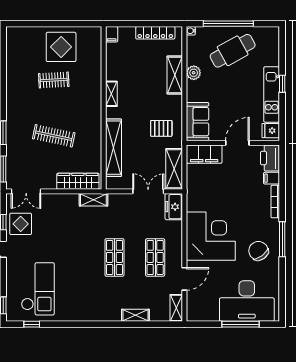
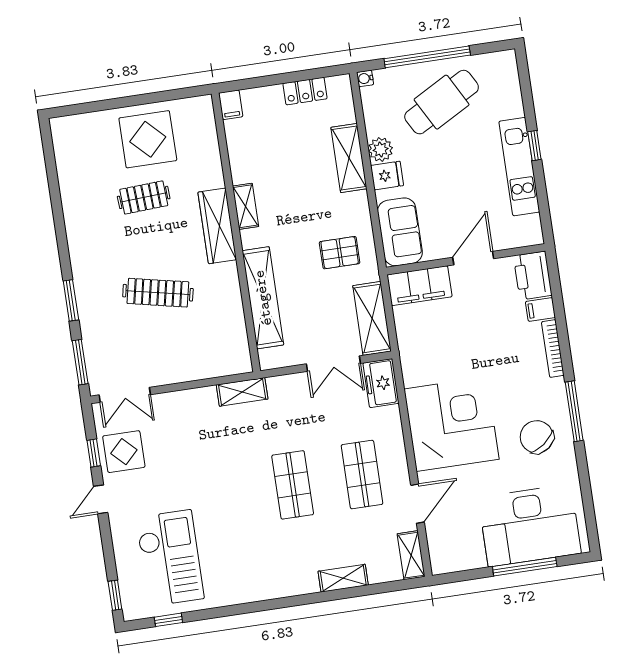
locker: (155, 33) -> (305, 91), width x0.66
fridge: (271, 131) -> (387, 175), moved, turned 180
wardrobe: (78, 181) -> (217, 226), moved, turned -90
double door: (148, 191) -> (333, 364), swing flipped

